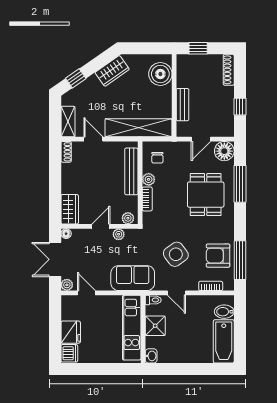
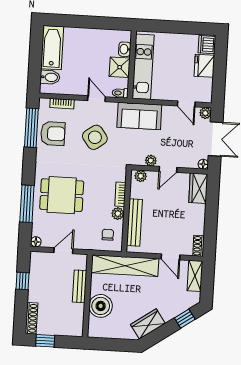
window: (198, 48) -> (45, 341), moved
boiler: (160, 74) -> (101, 306), moved
floor lamp: (224, 151) -> (36, 242), width x0.53, depth x0.53
dining table: (206, 195) -> (62, 195), turned 90
washbasin: (151, 356) -> (125, 49), moved

